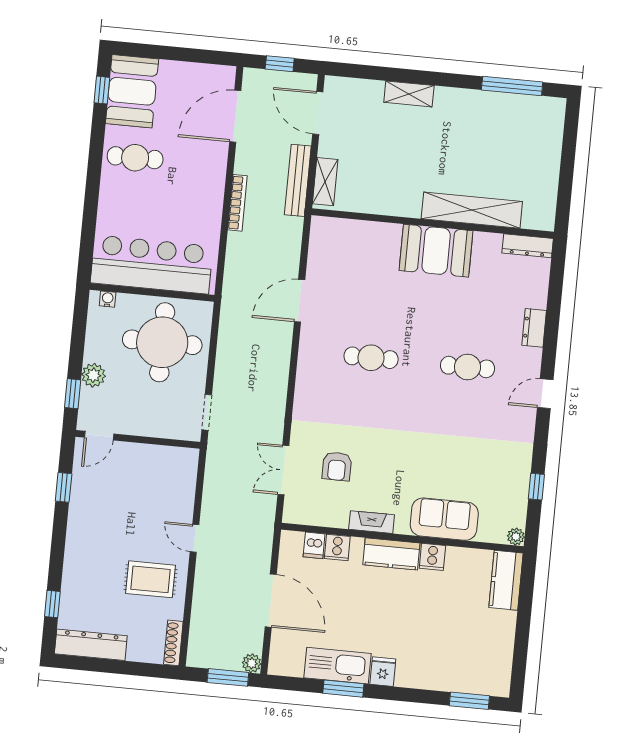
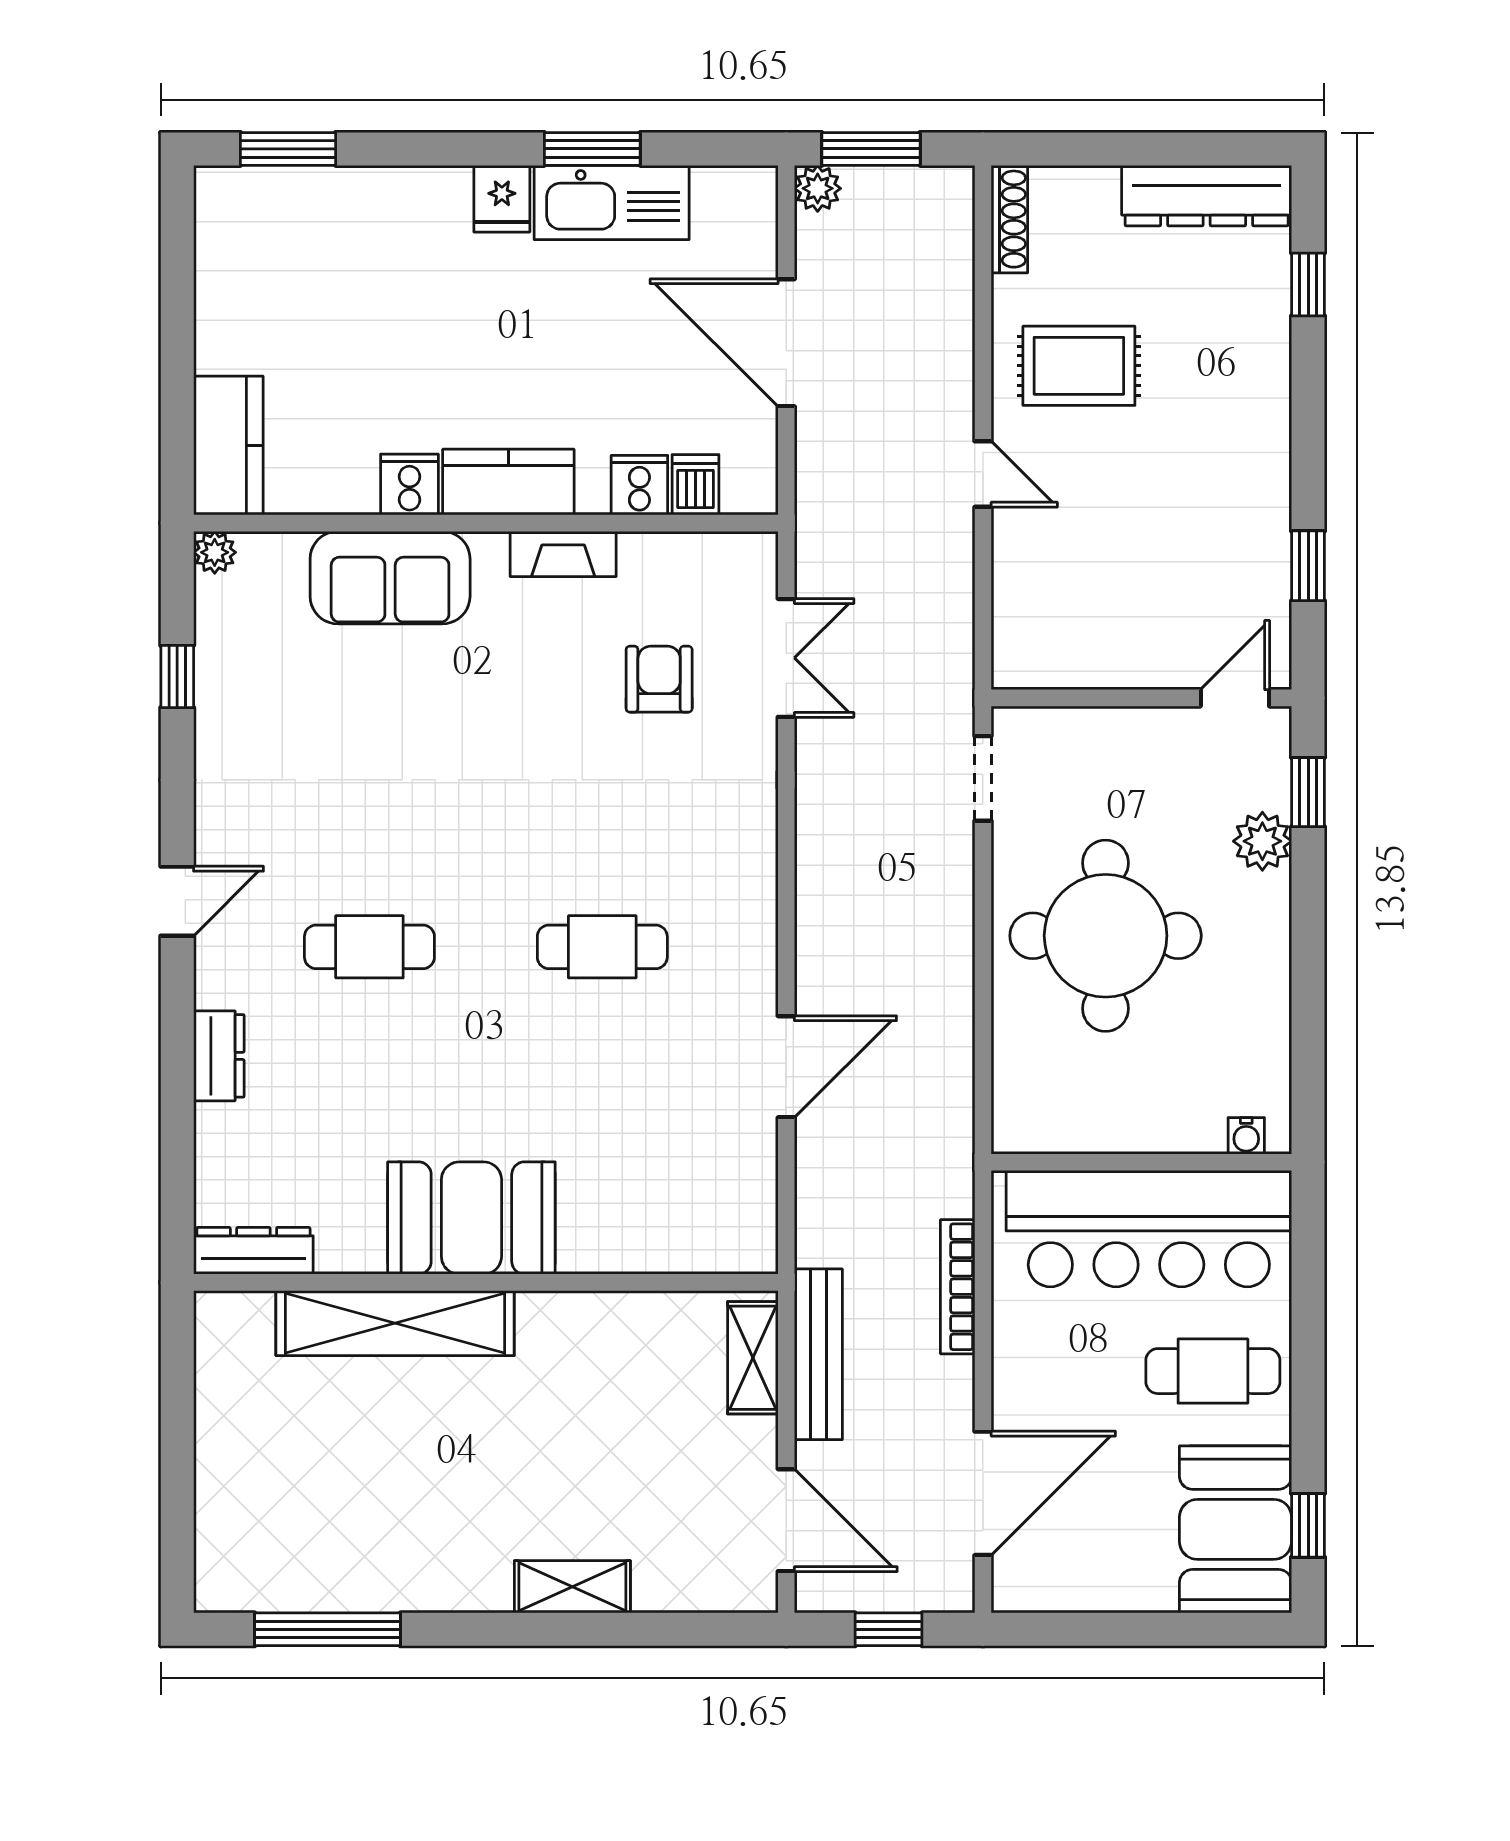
bar counter: (152, 264) -> (1149, 1229), moved
wall: (152, 292) -> (1141, 1162), moved
water cooler: (108, 299) -> (1246, 1136), moved

